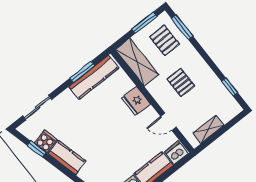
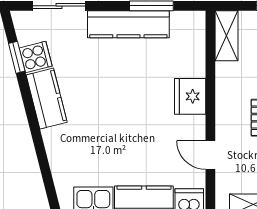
shelving: (137, 62) -> (226, 36), width x0.67, depth x0.75
kitchen counter: (94, 77) -> (128, 24), moved

